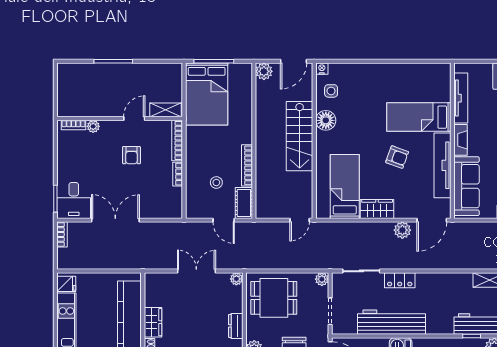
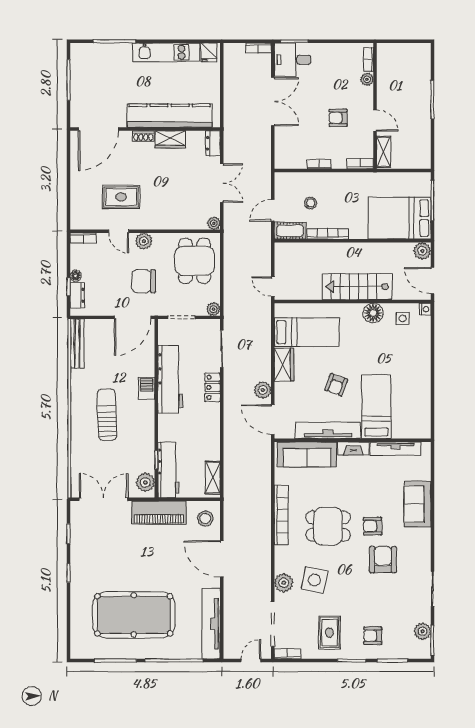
bed: (207, 94) -> (400, 218), moved
bookcase: (177, 141) -> (360, 164), width x0.64
dresser: (236, 326) -> (213, 143), moved, turned -90

